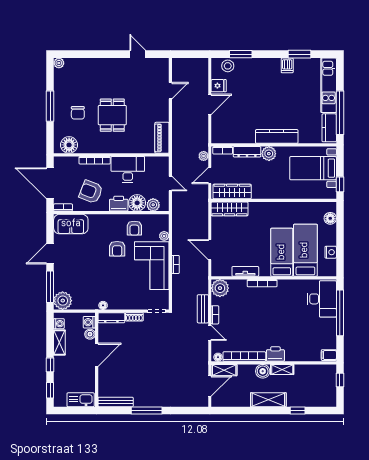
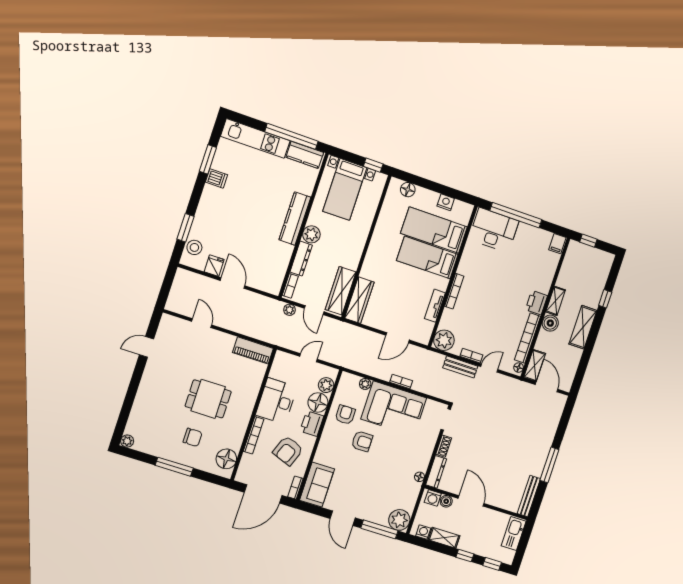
armchair: (134, 228) -> (345, 415), turned -90

